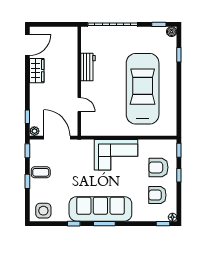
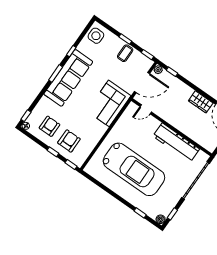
workbench: (88, 67) -> (176, 143), width x1.88, depth x1.32
door: (79, 105) -> (146, 109), moved
corner sofa: (116, 155) -> (109, 103), moved

